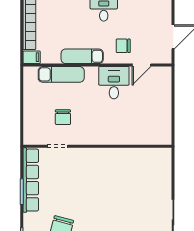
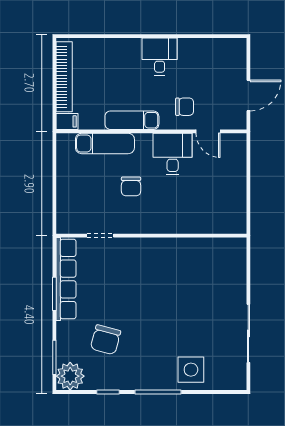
chair: (123, 46) -> (185, 107), turned 180
door: (142, 65) -> (208, 131), hinge flipped
chair: (63, 117) -> (131, 186), moved

